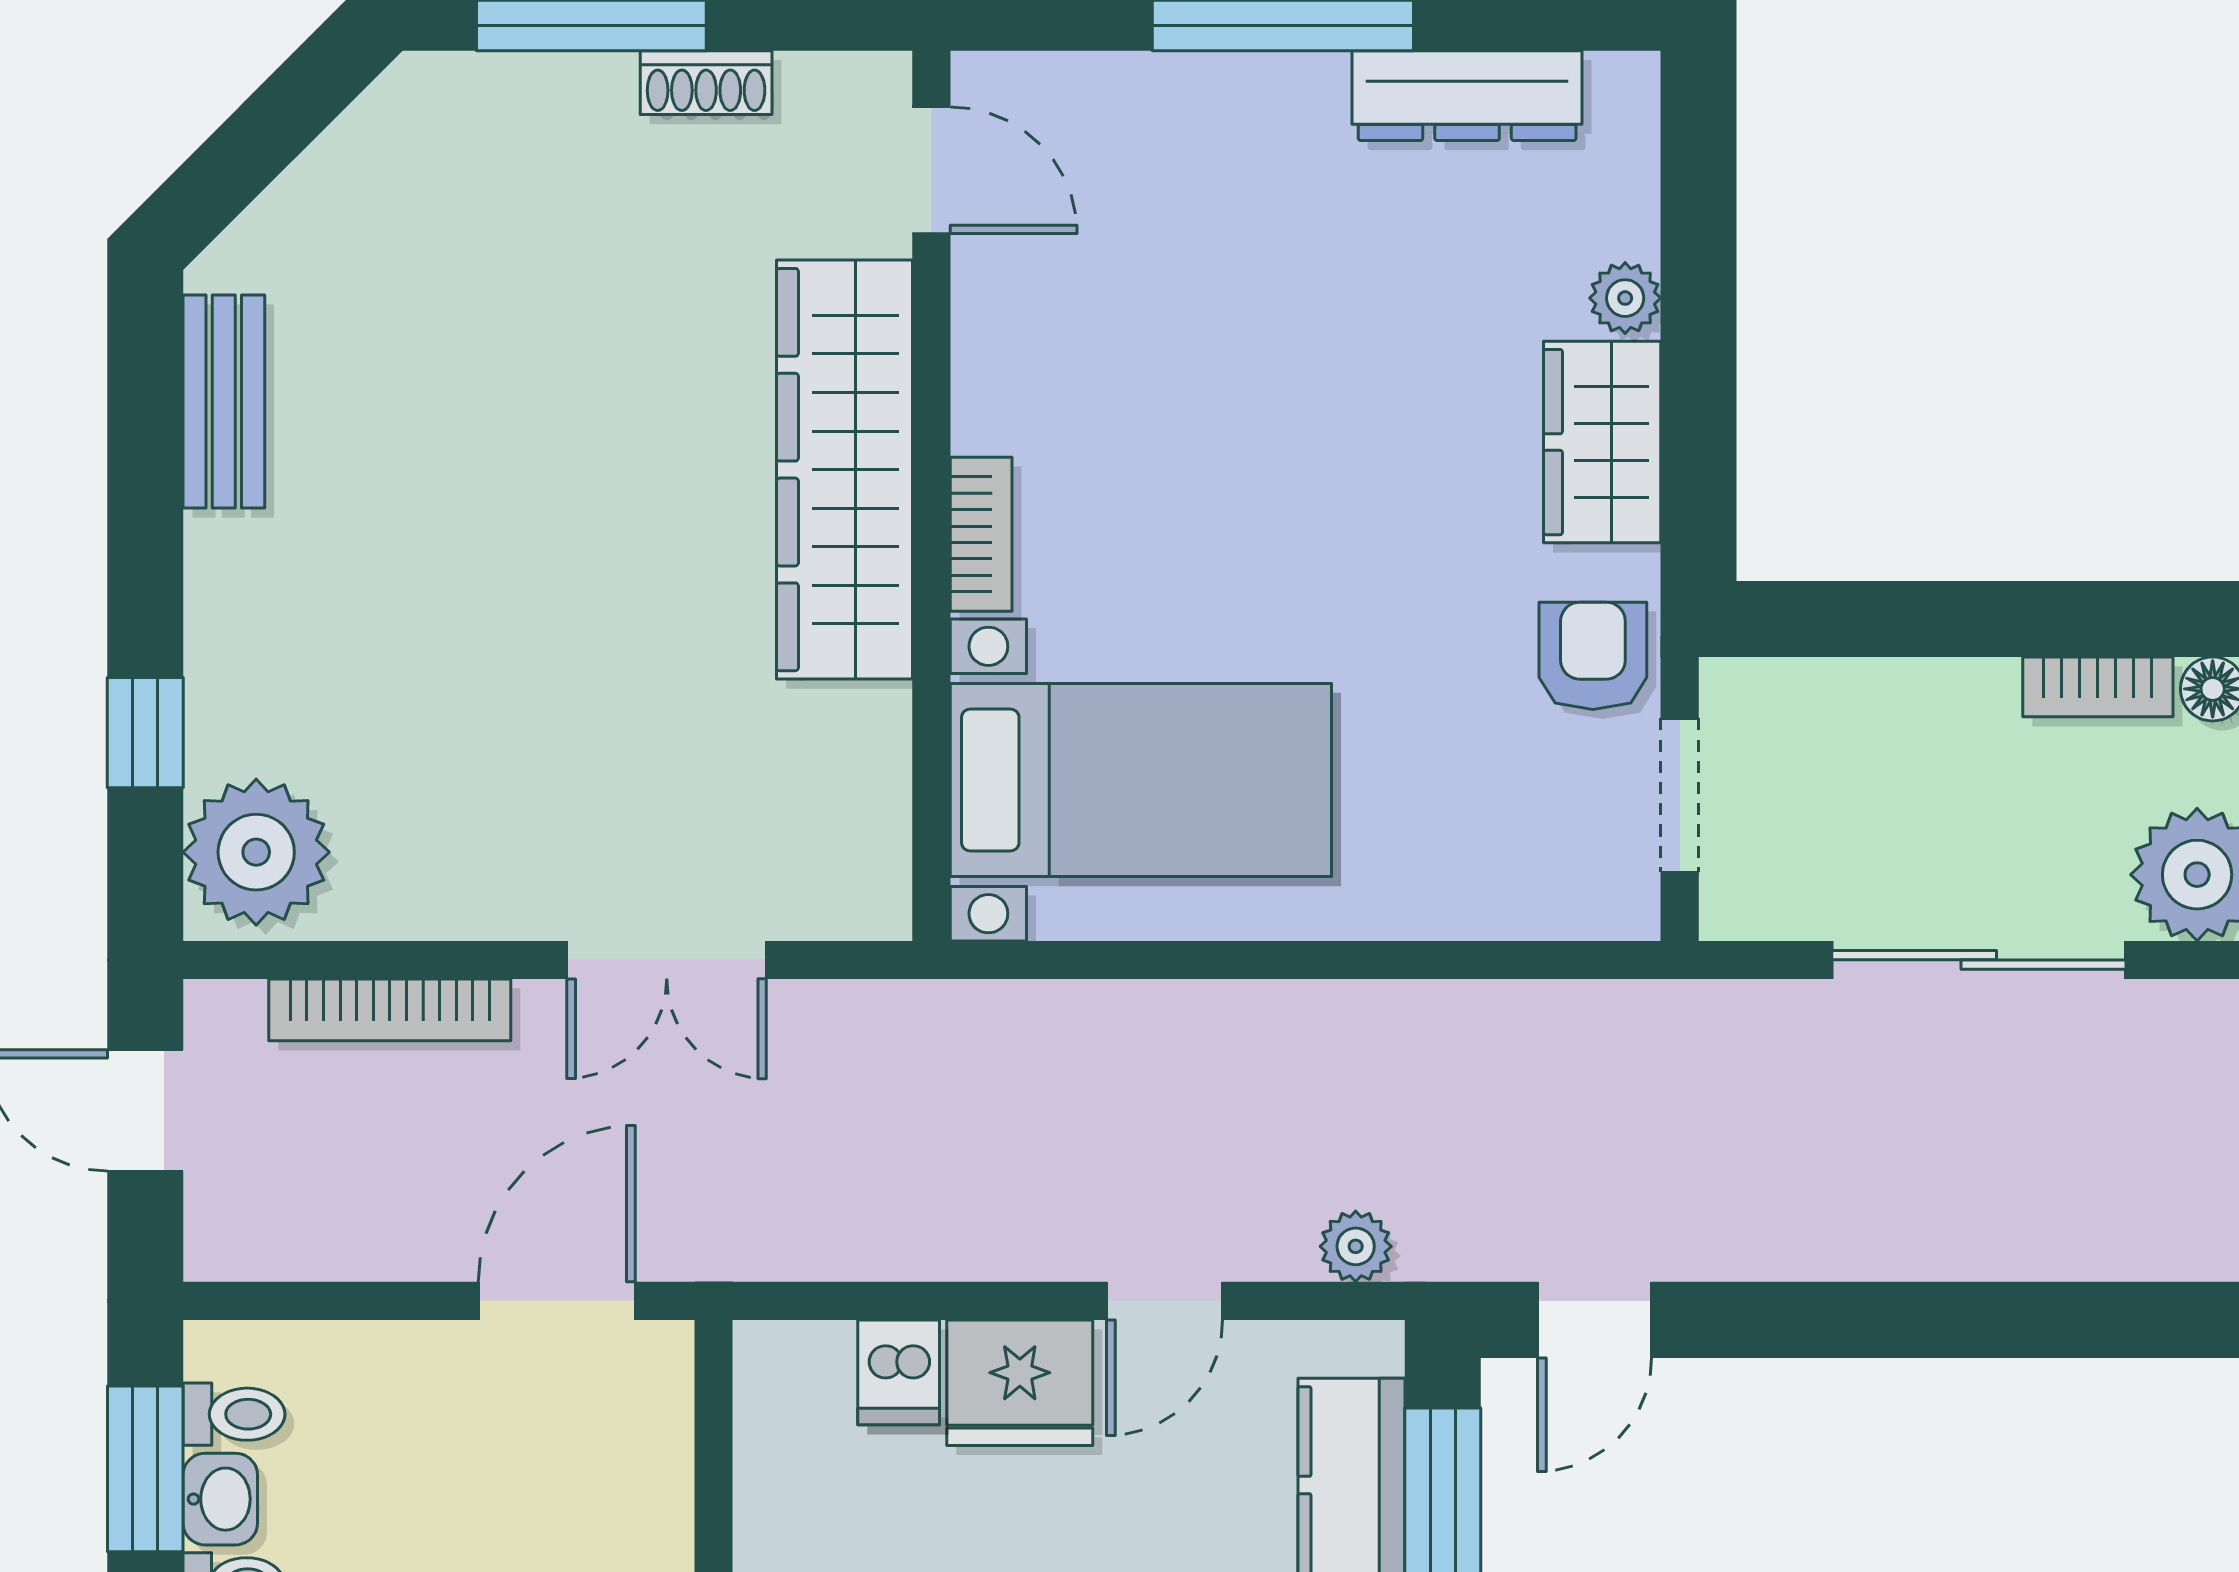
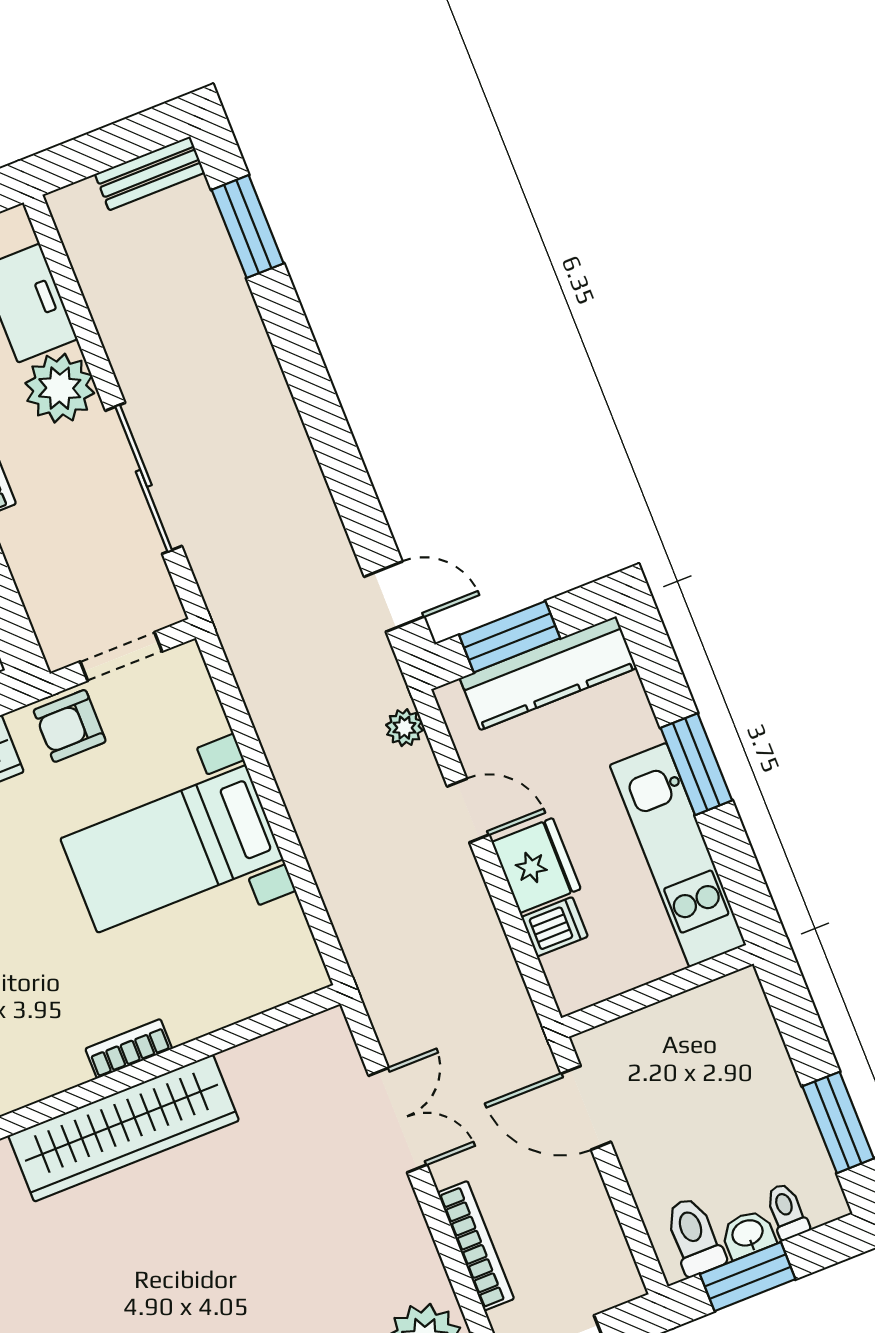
bed with nightstands: (1141, 780) -> (172, 849), moved, turned -90
toilet: (234, 1414) -> (694, 1236), width x1.37, depth x1.39

